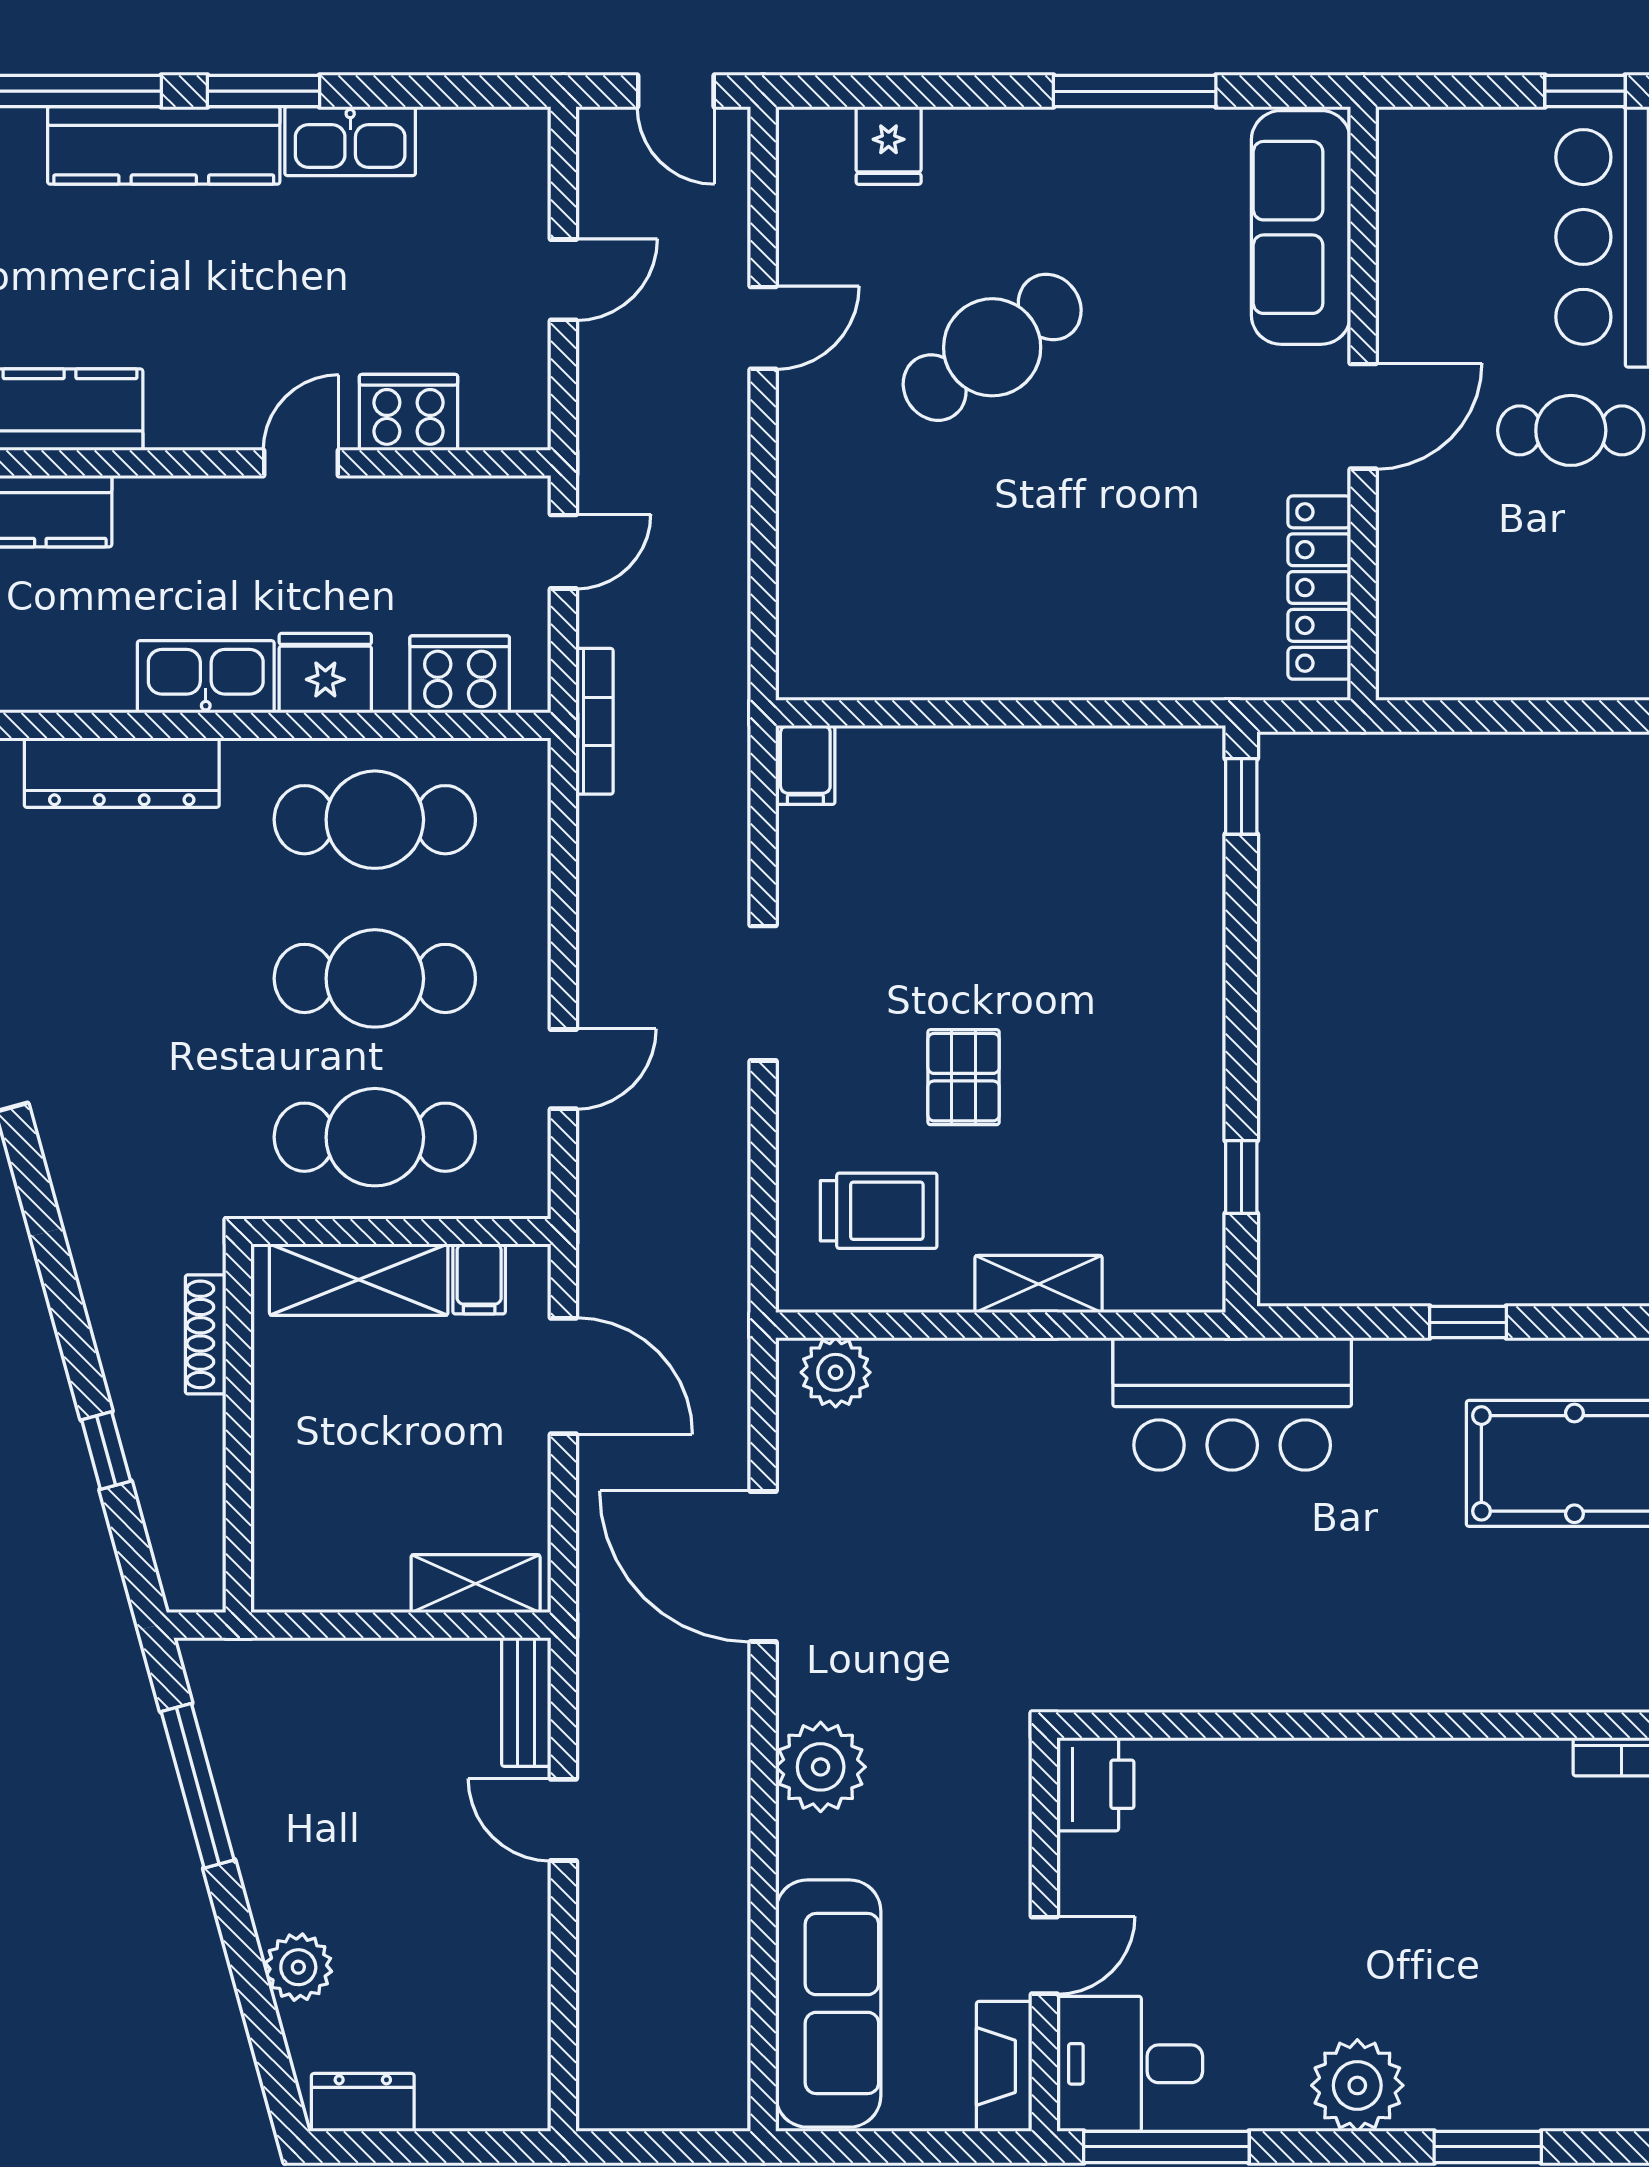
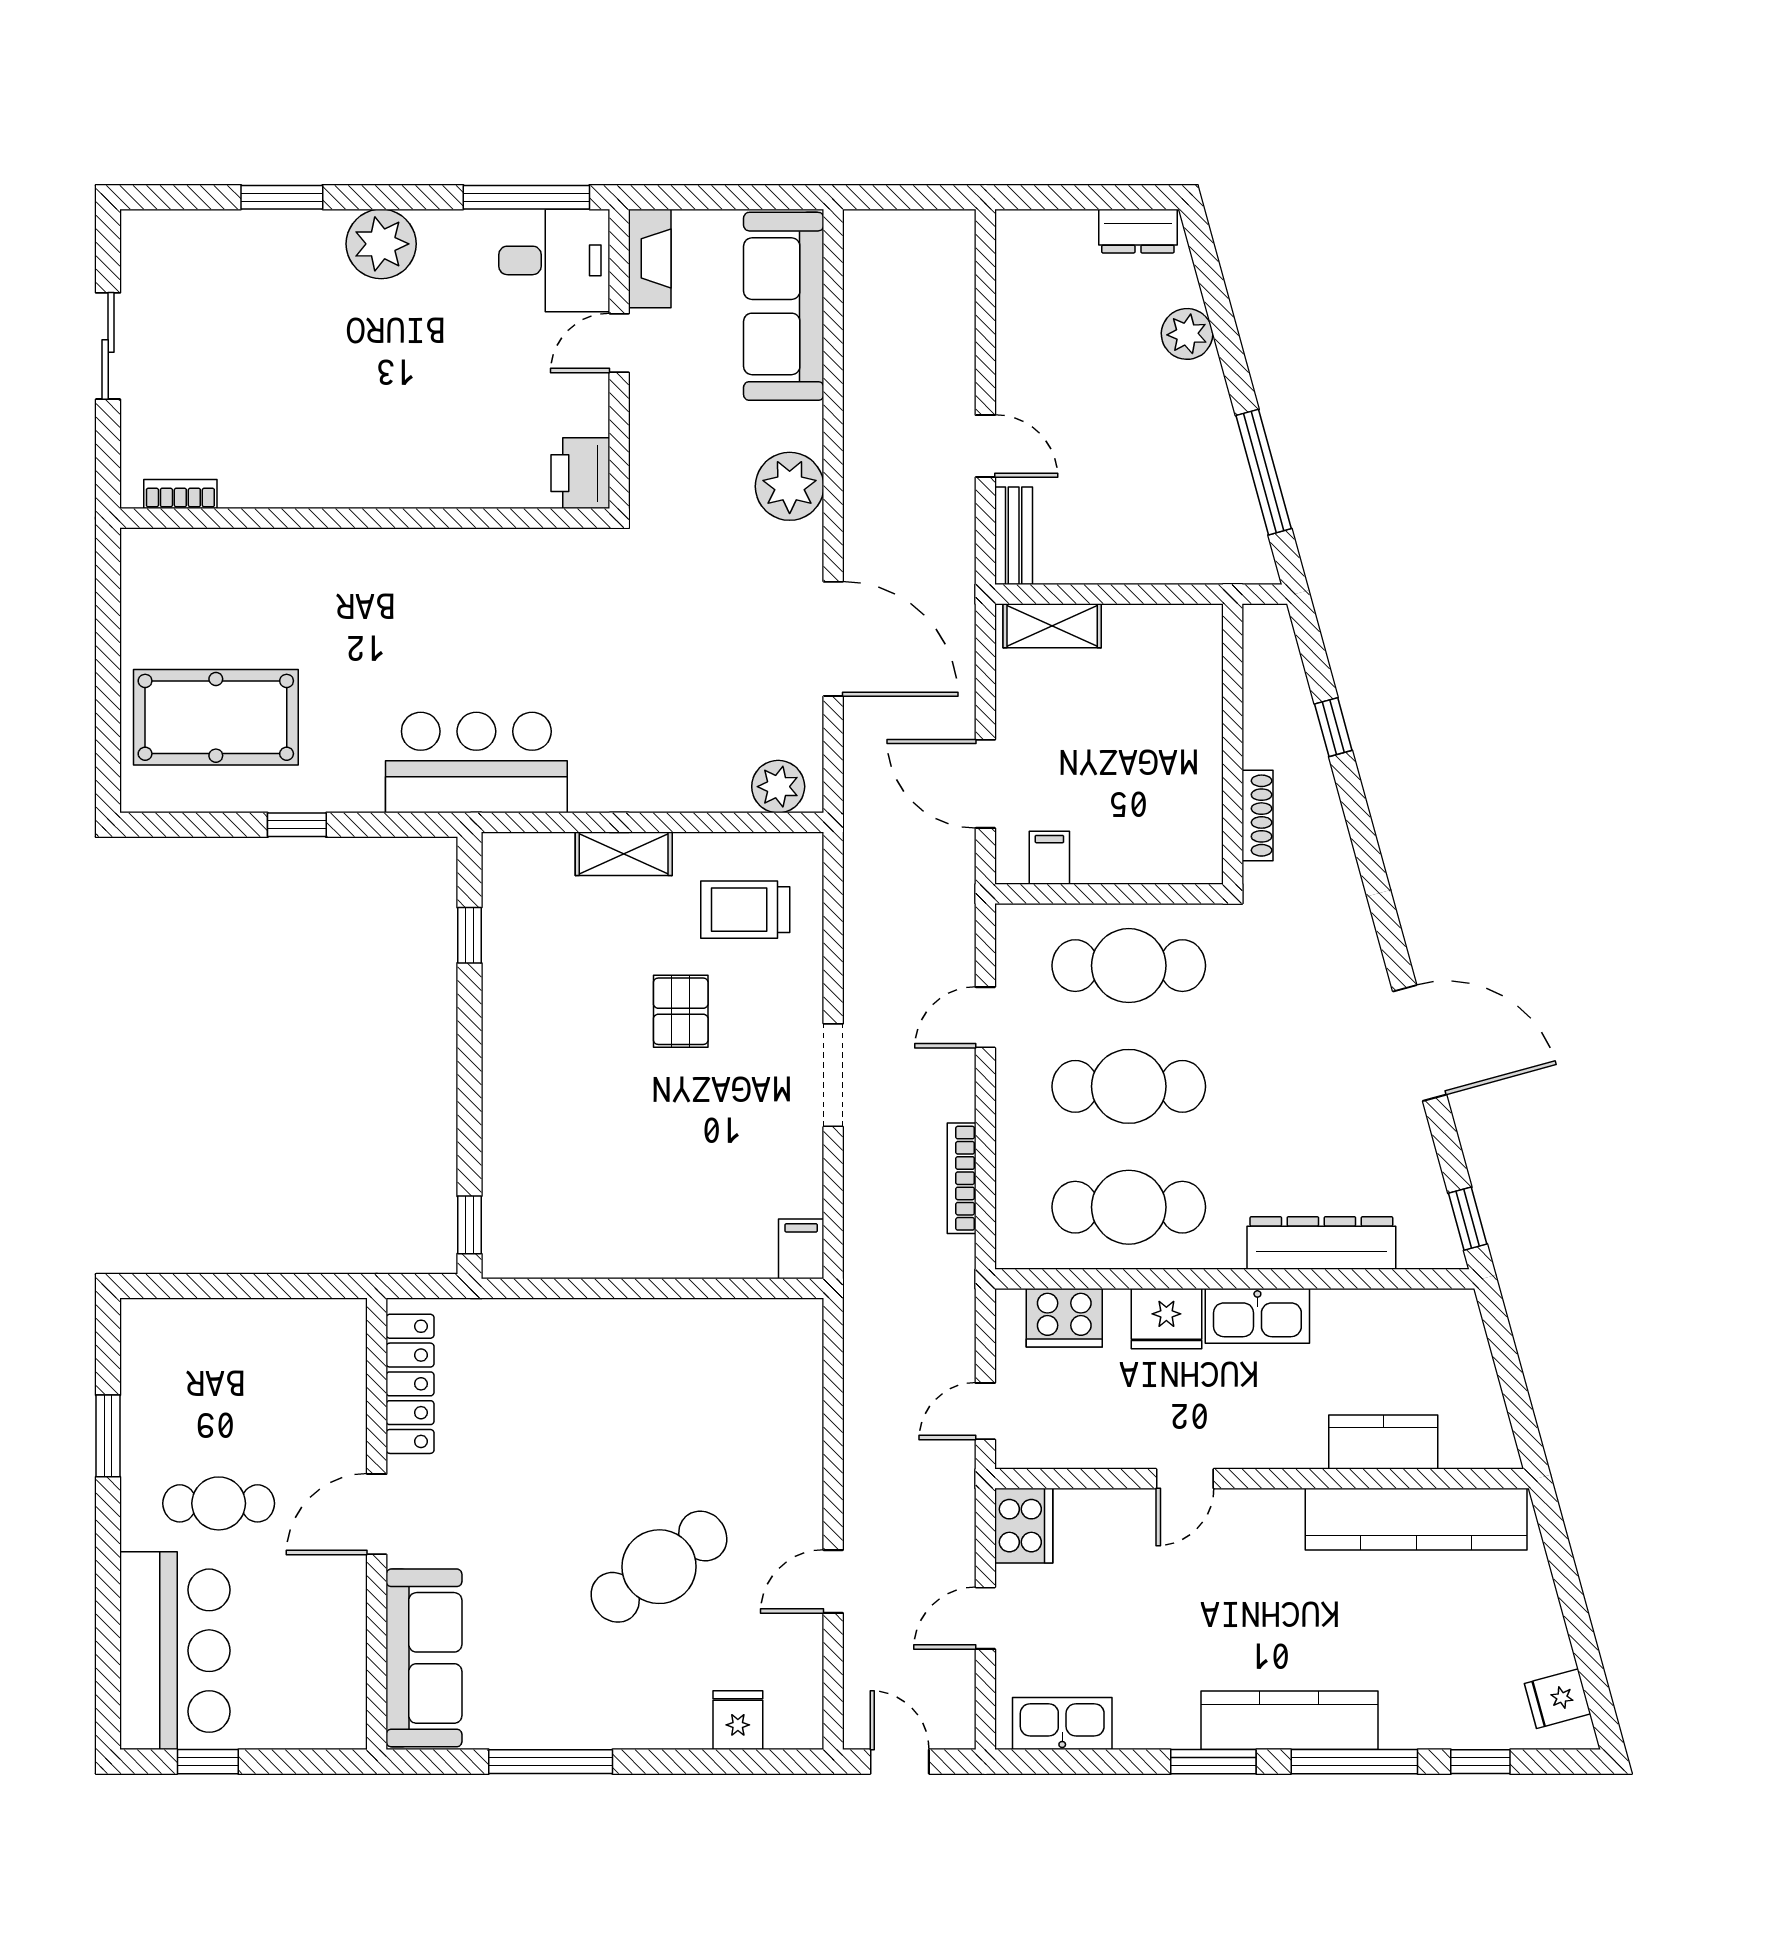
kitchen sink: (350, 141) -> (1062, 1724), moved
cooker: (408, 412) -> (1024, 1526), moved, turned -90
bookcase: (594, 721) -> (962, 1178), moved
shelving: (359, 1280) -> (1141, 857), removed

